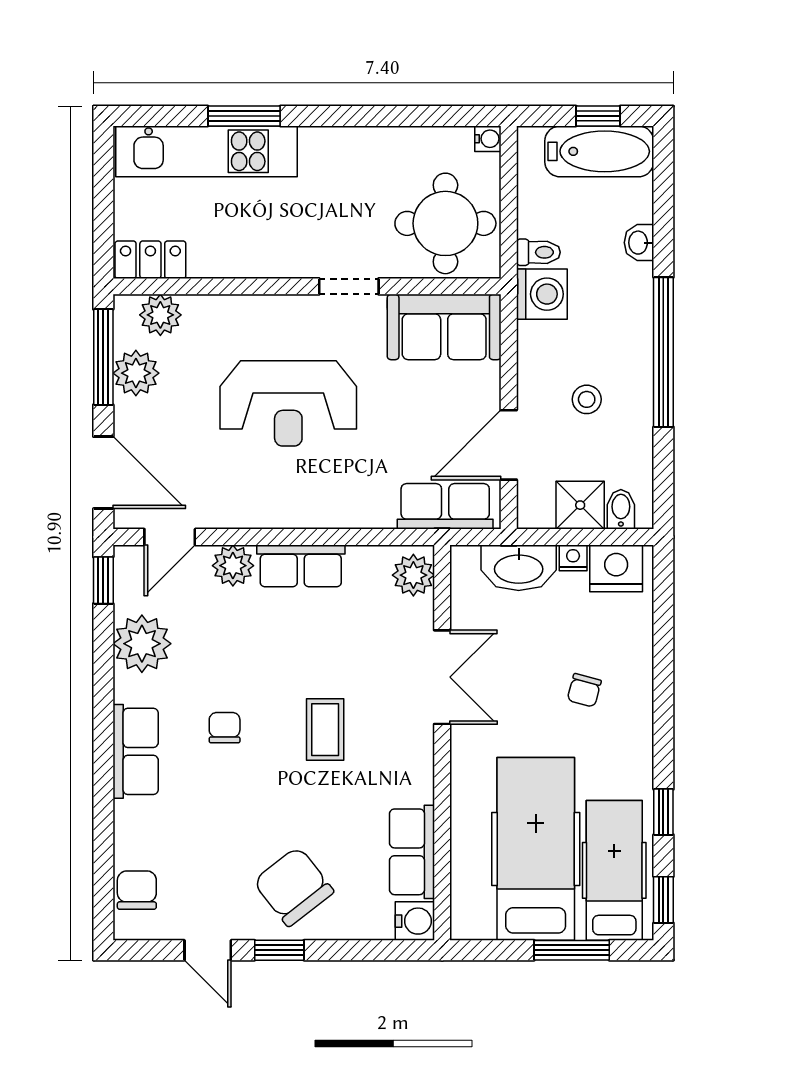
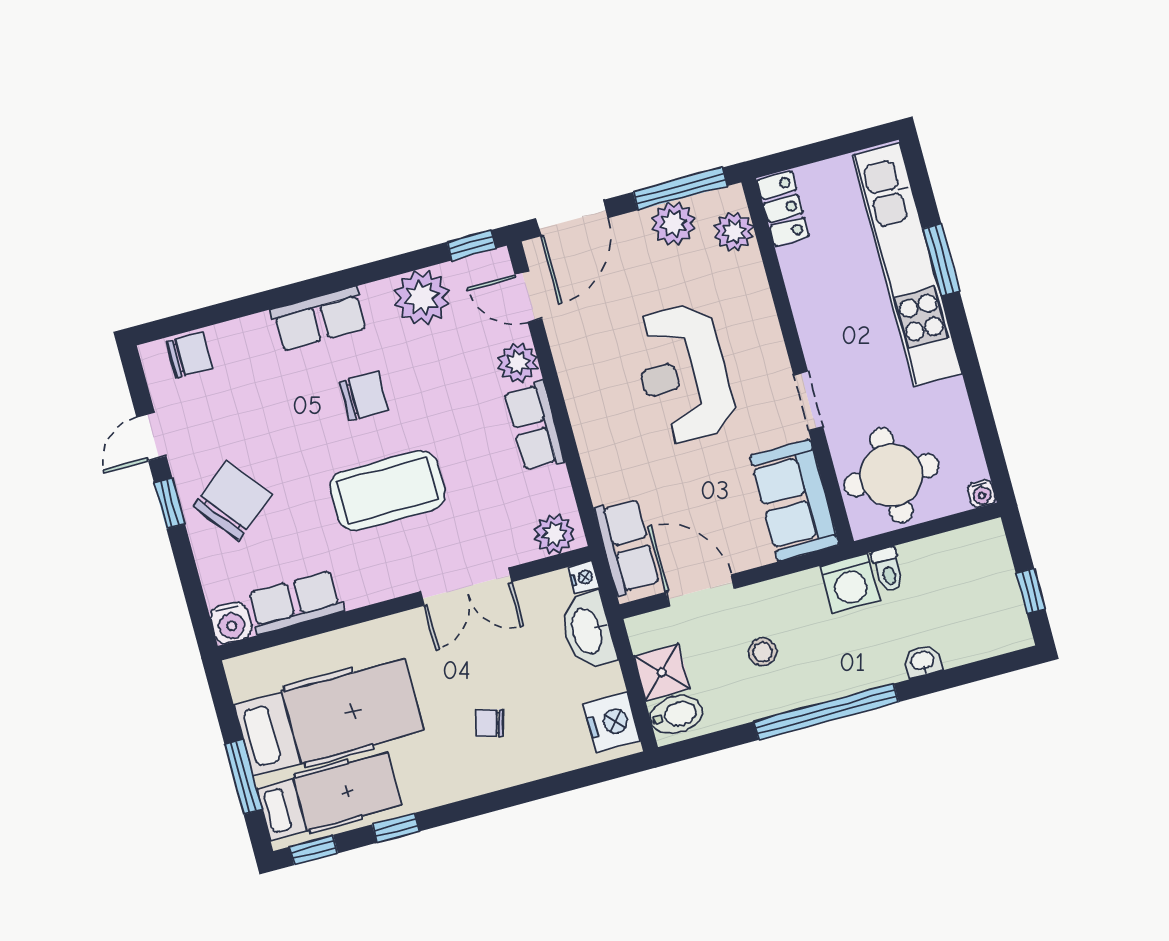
kitchen unit: (207, 151) -> (907, 264), width x1.36
bathtub: (599, 151) -> (998, 601), removed
bidet: (621, 509) -> (676, 715), width x1.38, depth x1.36
nightstand: (573, 558) -> (583, 577), moved
chair: (225, 728) -> (364, 396), width x1.37, depth x1.37
coffee table: (325, 730) -> (388, 491), width x1.86, depth x1.72

